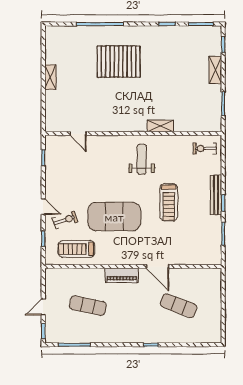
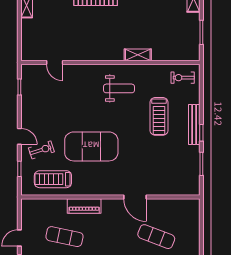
weight bench: (142, 159) -> (119, 88), turned 90
treadmill: (169, 202) -> (159, 116), moved
piano: (122, 275) -> (84, 206), moved

